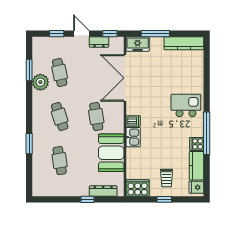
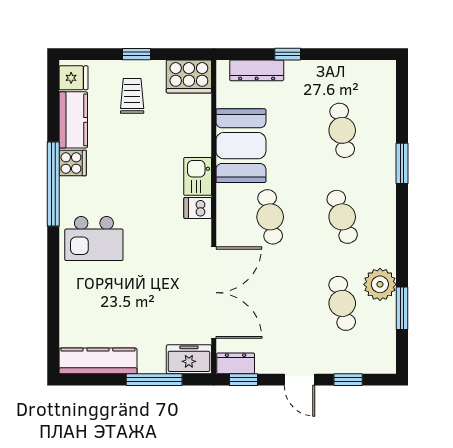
dresser: (99, 42) -> (236, 363), moved

